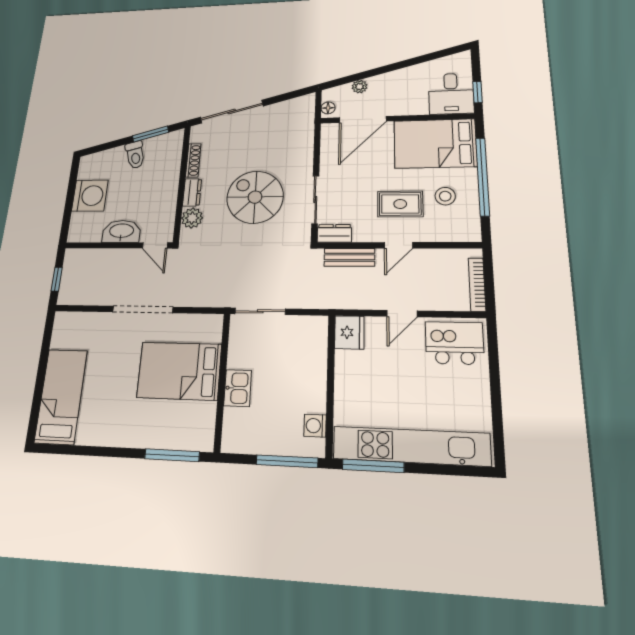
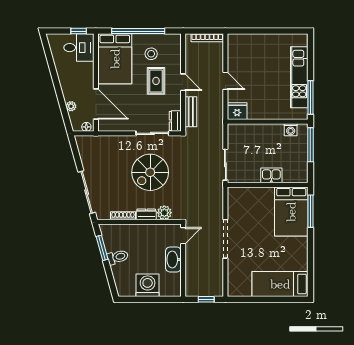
kitchen island: (454, 343) -> (242, 52), removed
bed: (179, 371) -> (291, 212), moved
kitchen unit: (411, 446) -> (299, 77), width x0.73

